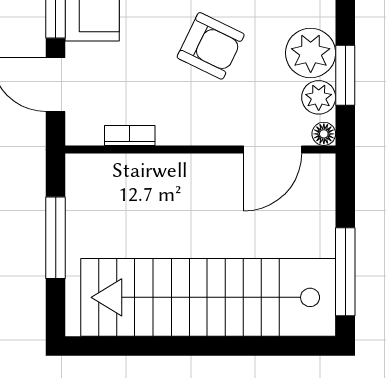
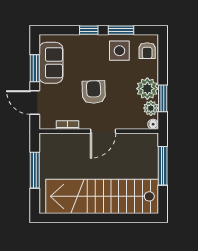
armchair: (211, 46) -> (94, 92), moved, turned -118
door: (273, 149) -> (103, 131), moved
window: (345, 272) -> (163, 166), moved

